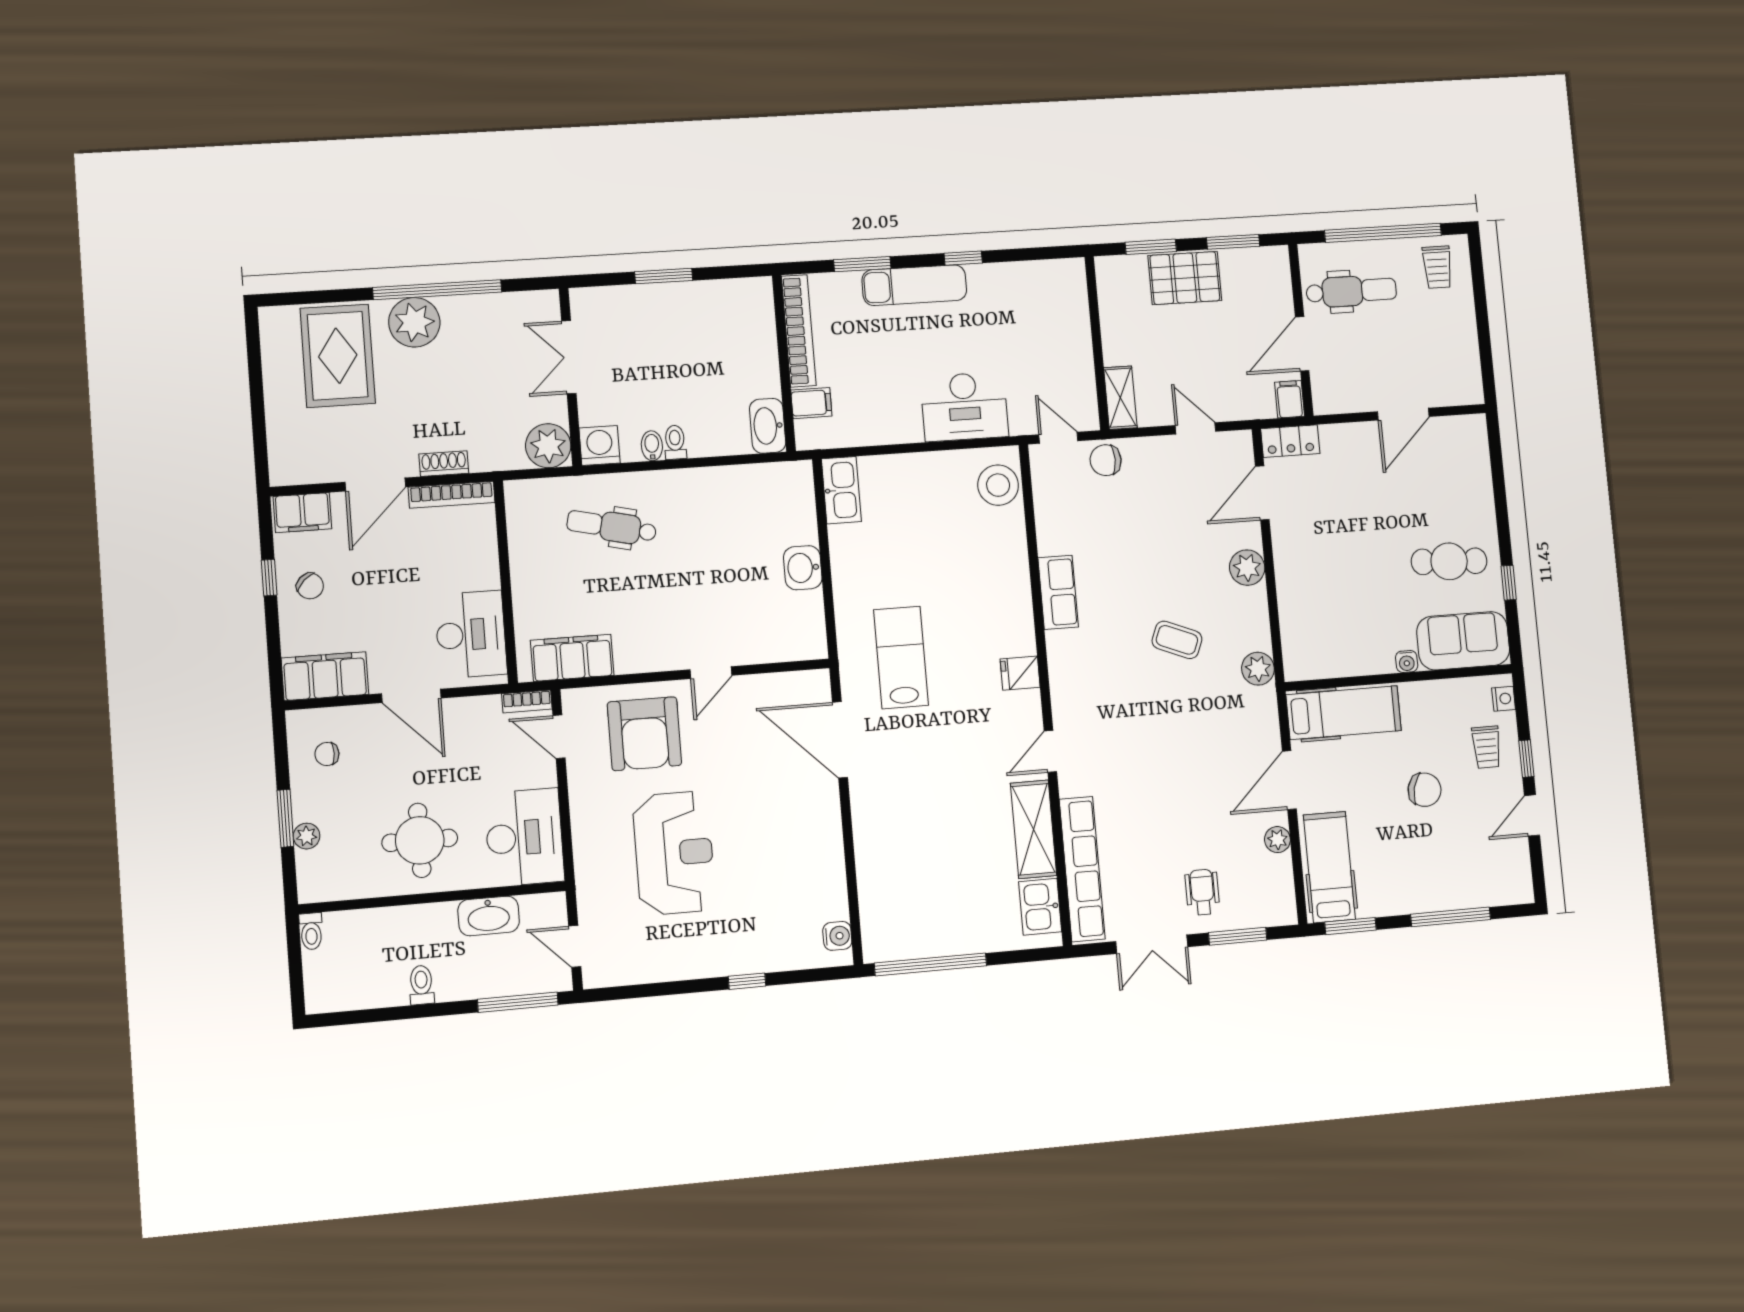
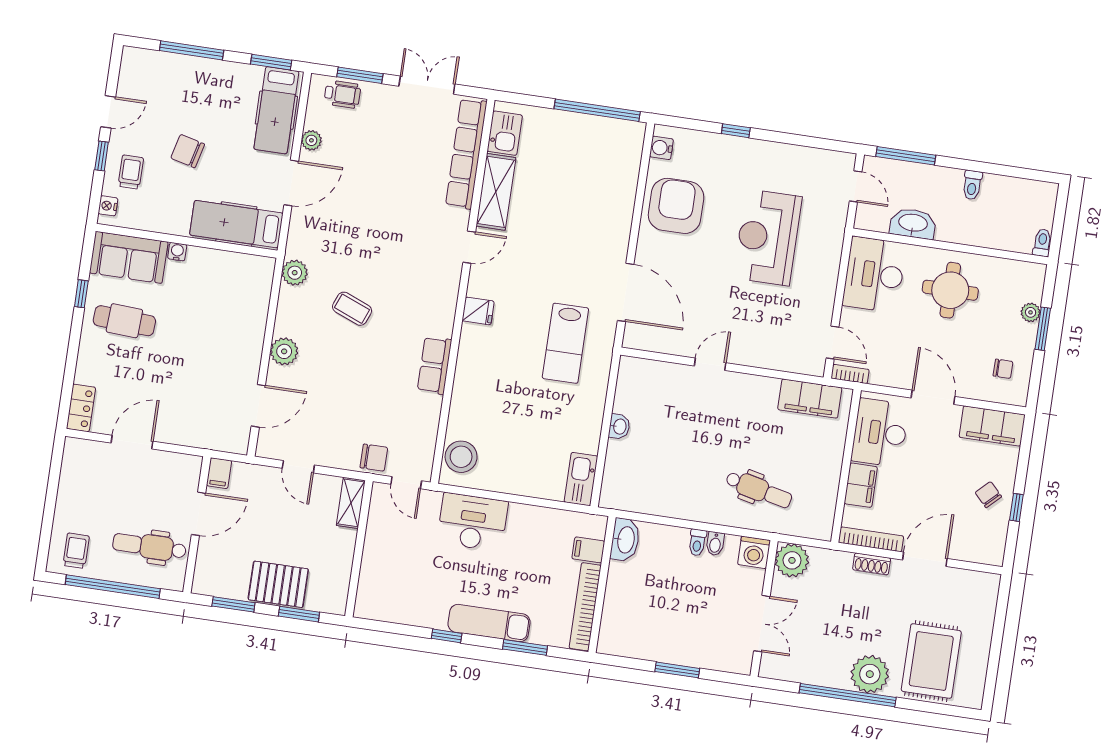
locker: (1290, 441) -> (81, 408), moved, turned 90
filing cabinet: (302, 513) -> (861, 485), moved, turned 90
washbasin: (803, 568) -> (619, 427), width x0.72, depth x0.69
armchair: (644, 734) -> (676, 206), moved
wheelchair: (1202, 892) -> (342, 94), moved, turned -90

